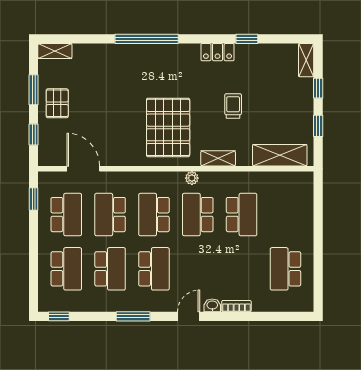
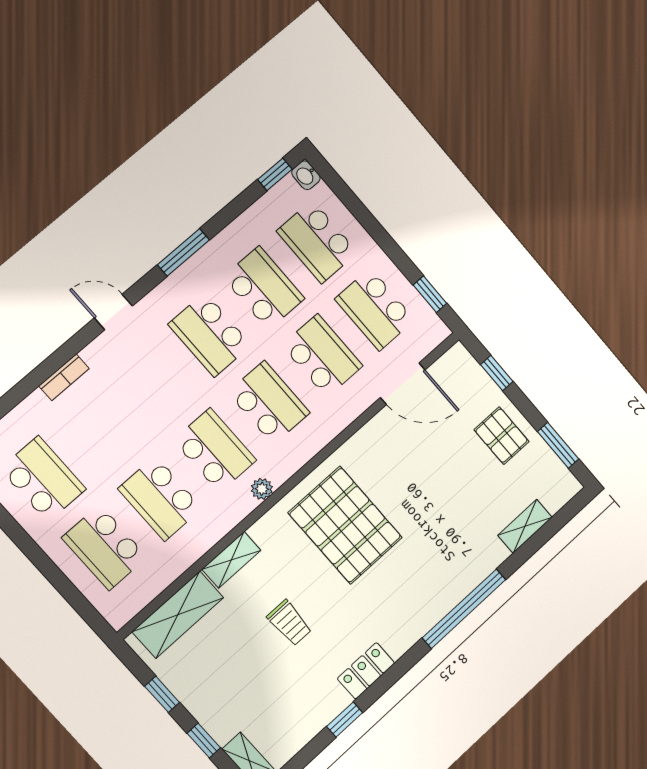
shelving: (55, 51) -> (525, 526), moved
window: (34, 90) -> (558, 445), moved
shelving: (218, 158) -> (231, 560), moved
school desk: (285, 215) -> (104, 547), added
school desk: (110, 269) -> (264, 288), turned 180
washbasin: (212, 305) -> (306, 175), moved, turned 90
door: (189, 316) -> (113, 312), swing flipped

